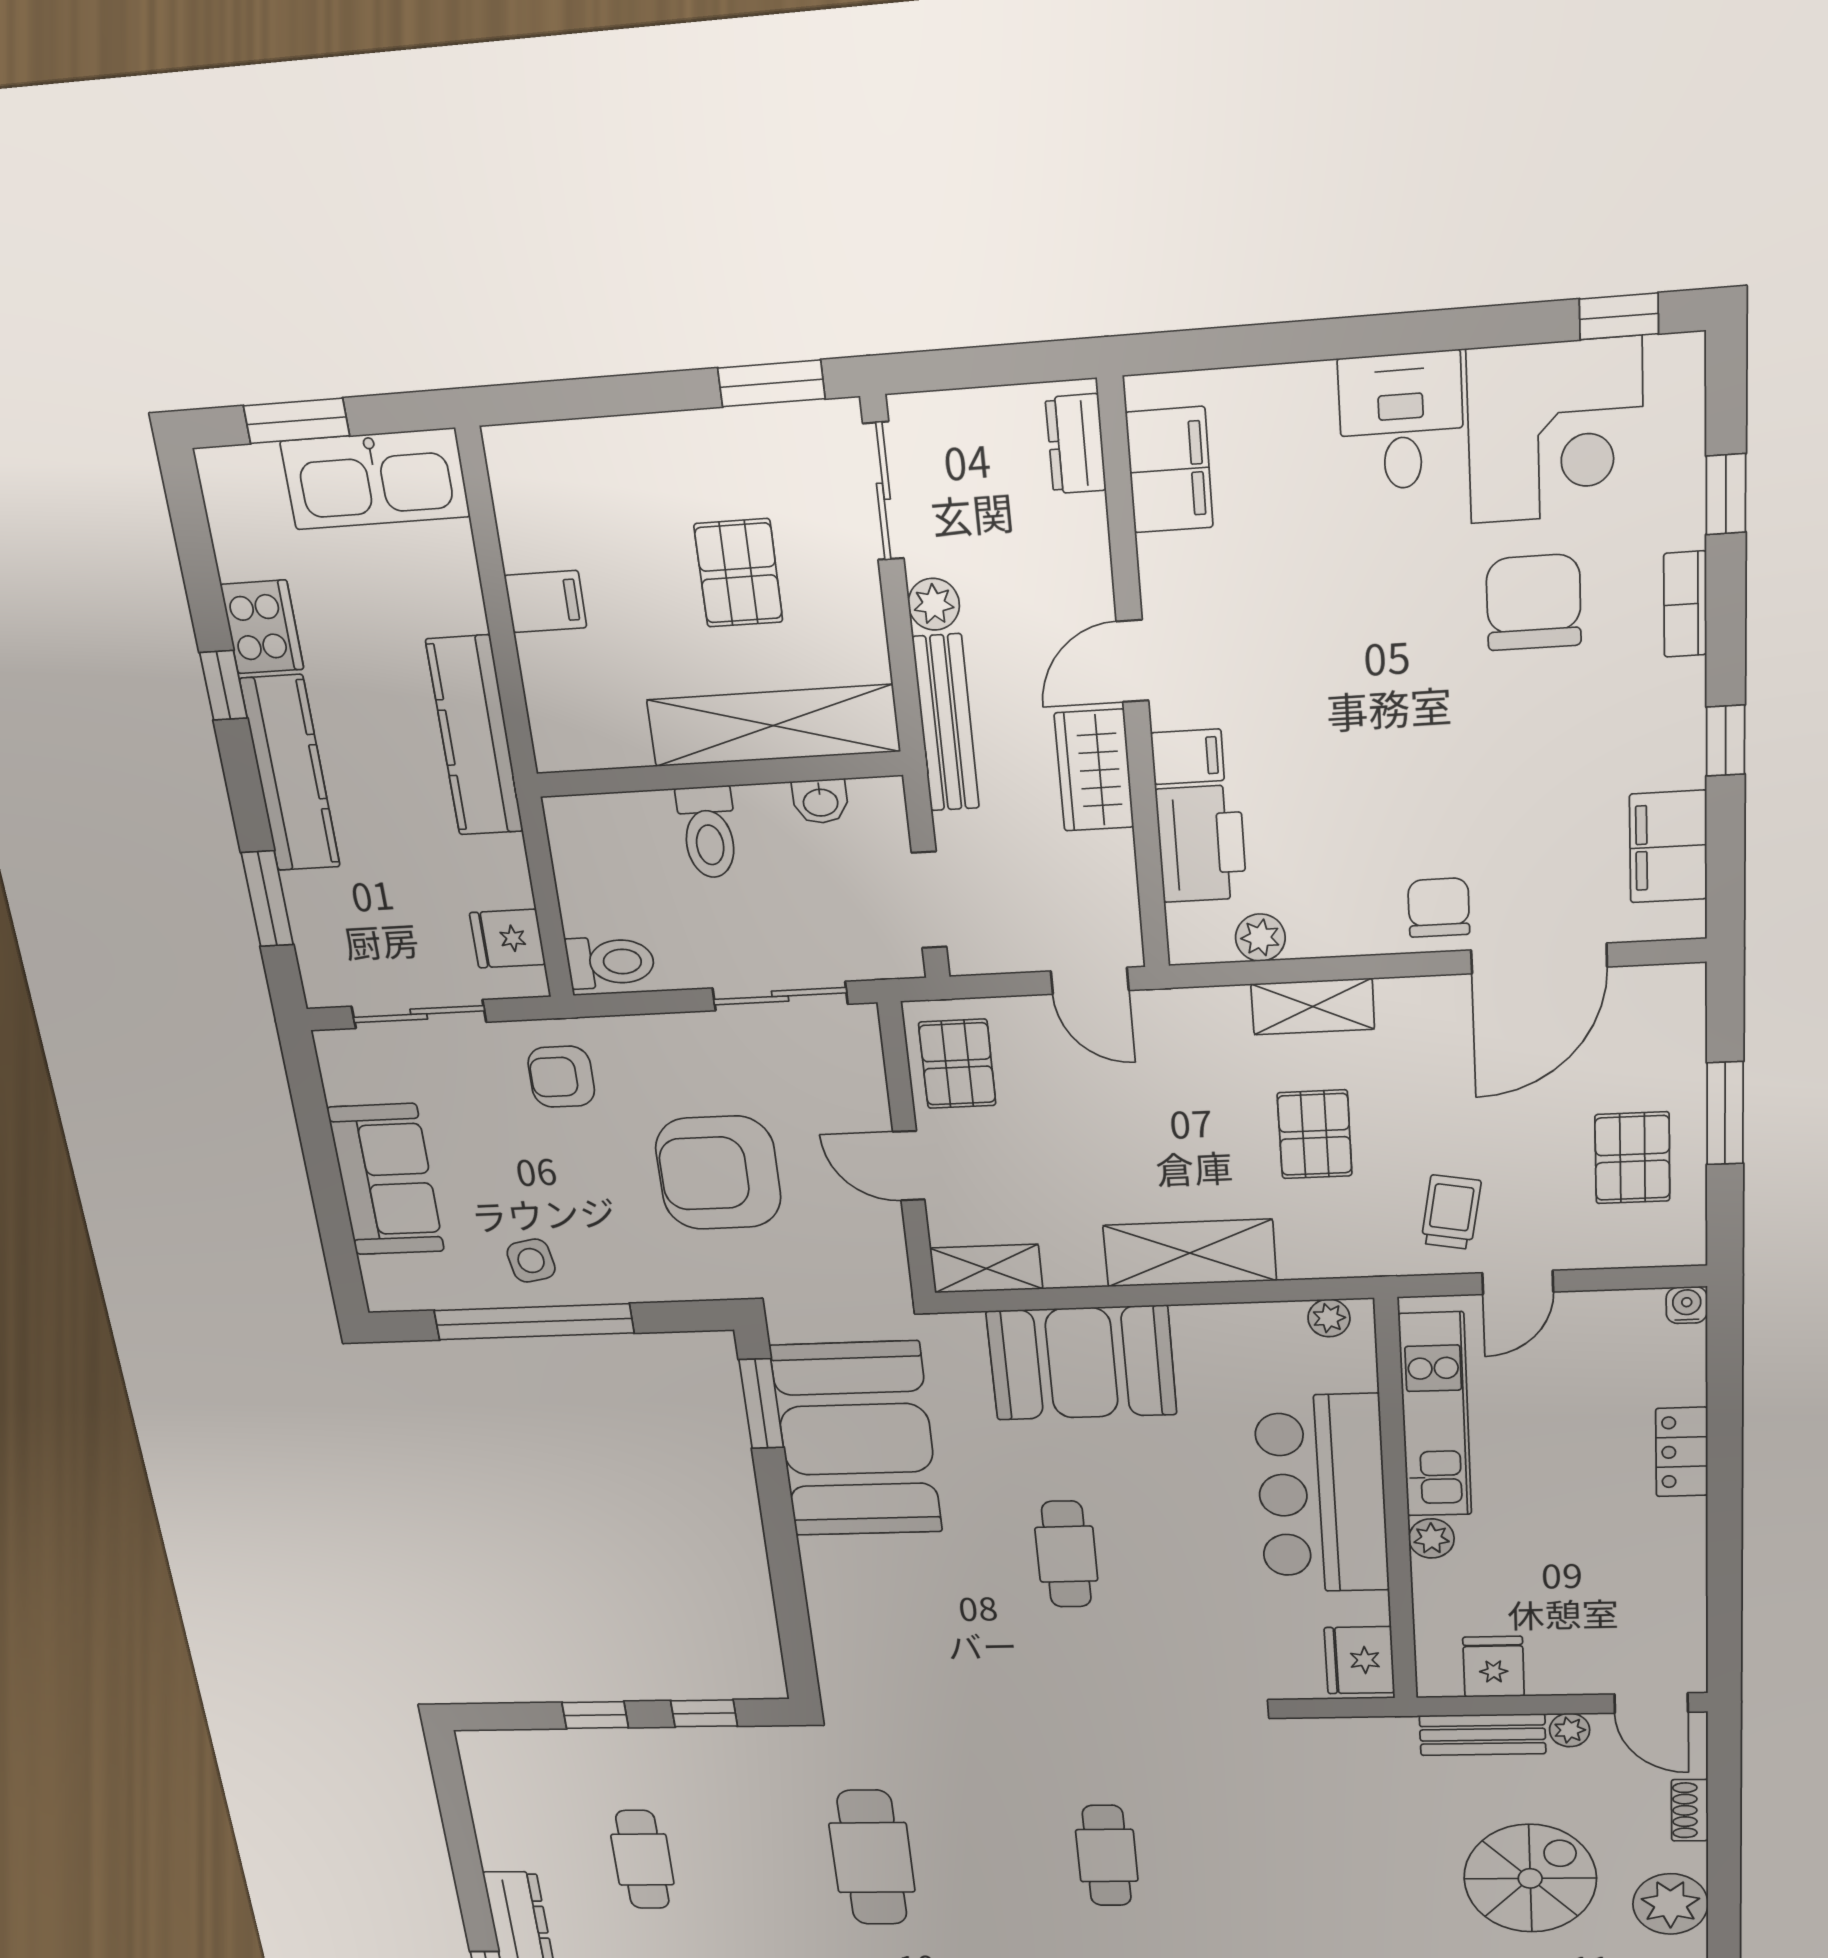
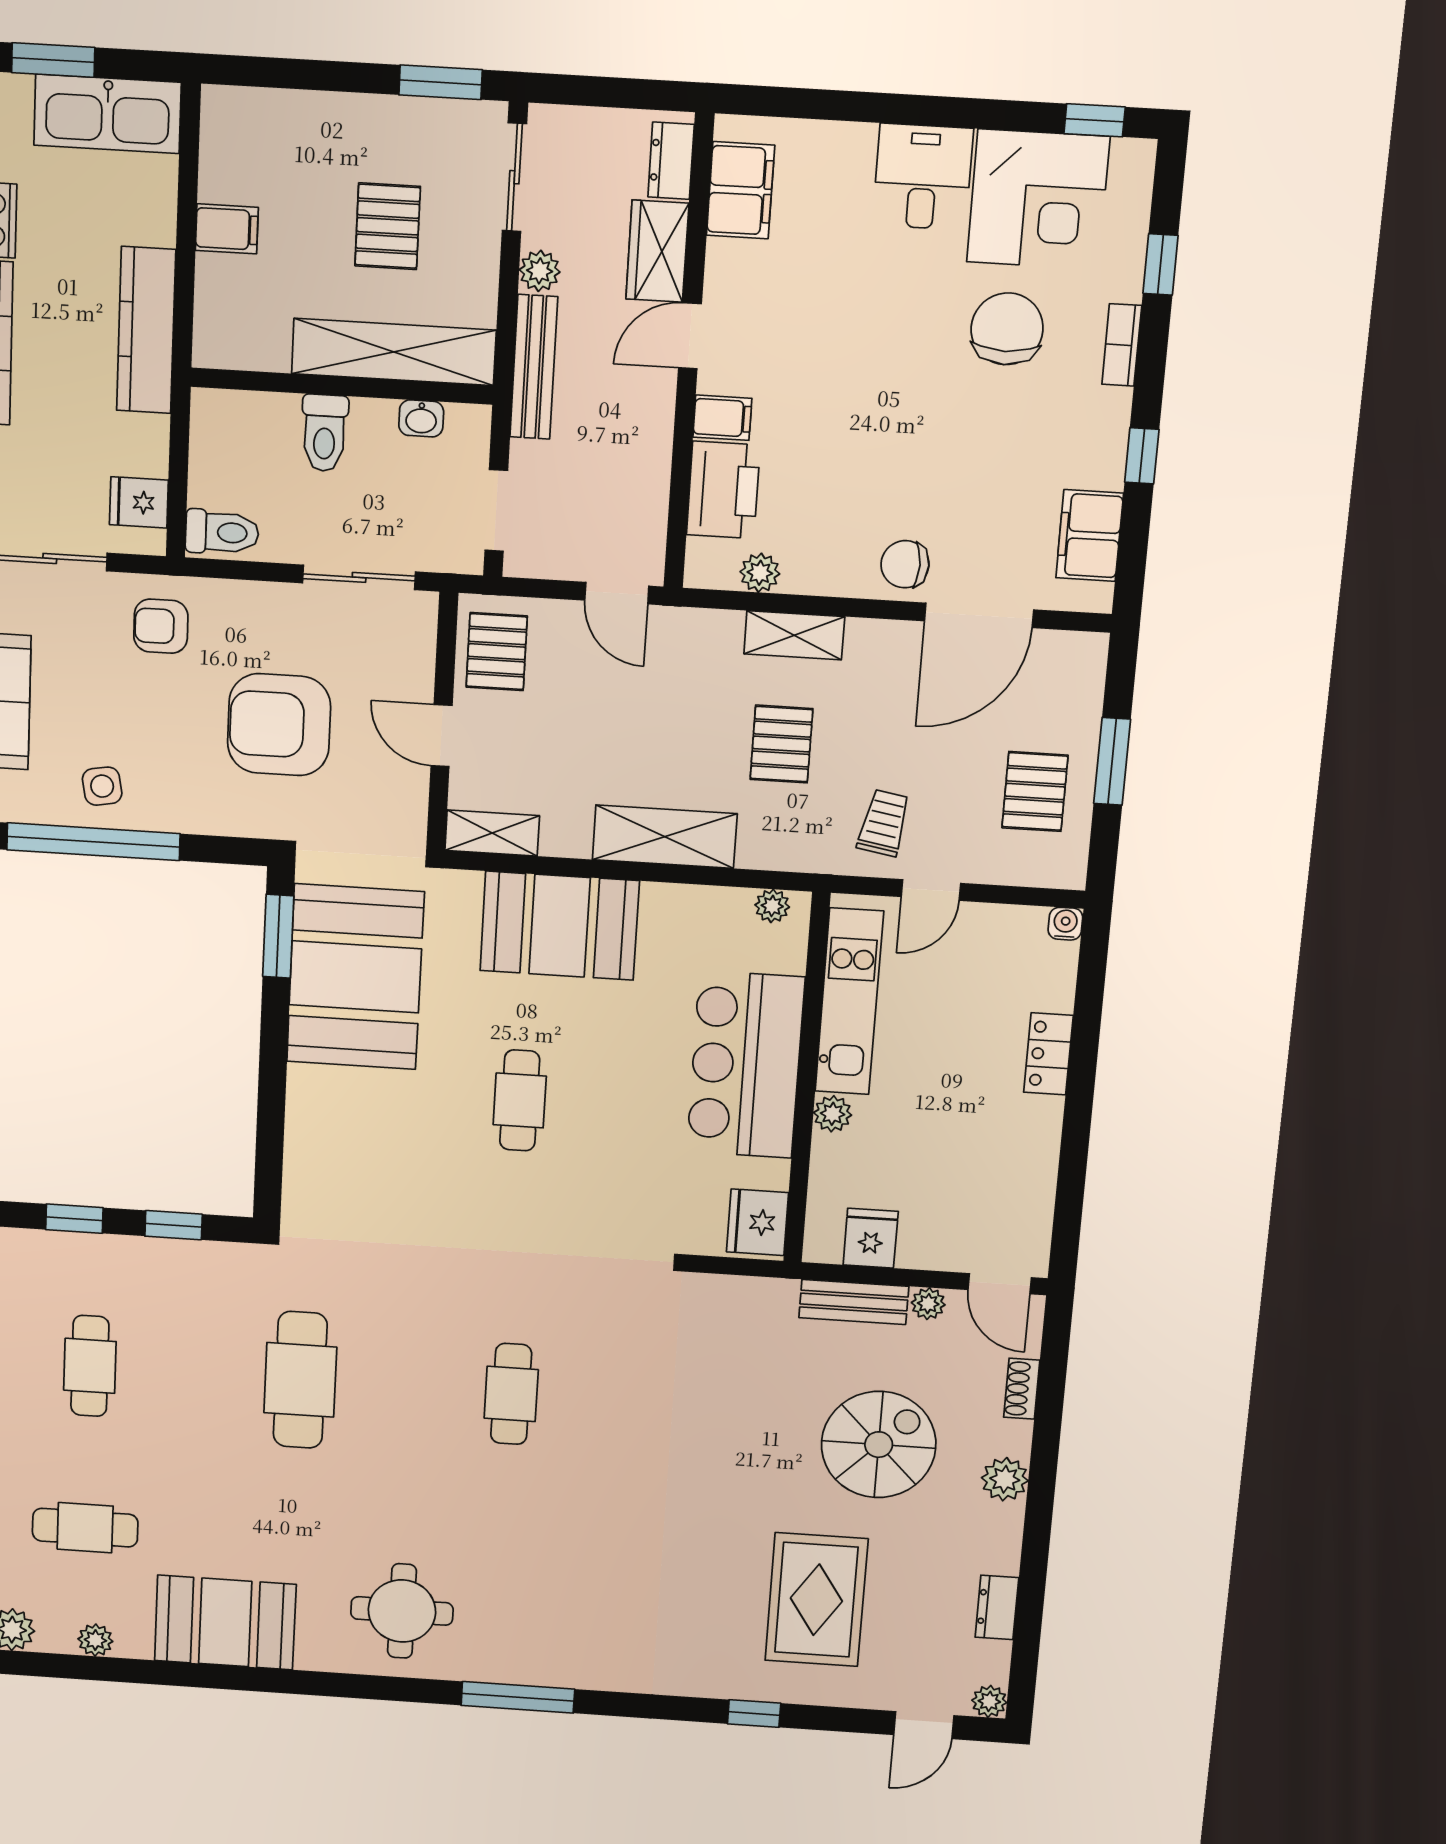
wardrobe: (1094, 770) -> (657, 251), moved
chair: (1439, 907) -> (905, 564), turned -90
plant: (1670, 1904) -> (1005, 1479), width x0.73, depth x0.73

